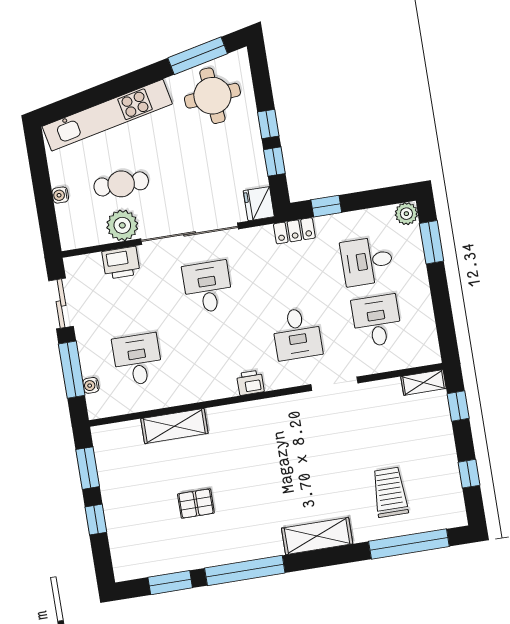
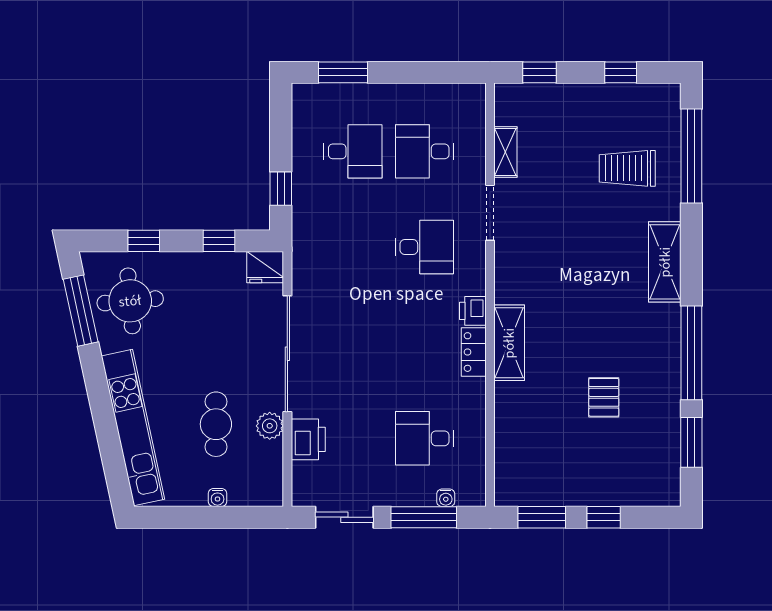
window: (268, 124) -> (144, 241), moved
plant: (406, 214) -> (305, 96), removed
plant: (122, 225) -> (270, 426), width x0.73, depth x0.73
locker: (294, 231) -> (474, 352), moved, turned 180
desk: (367, 261) -> (353, 151), turned -90
desk: (208, 287) -> (353, 343), removed
shelving: (424, 382) -> (505, 152), moved
shelving: (174, 426) -> (509, 343), moved

